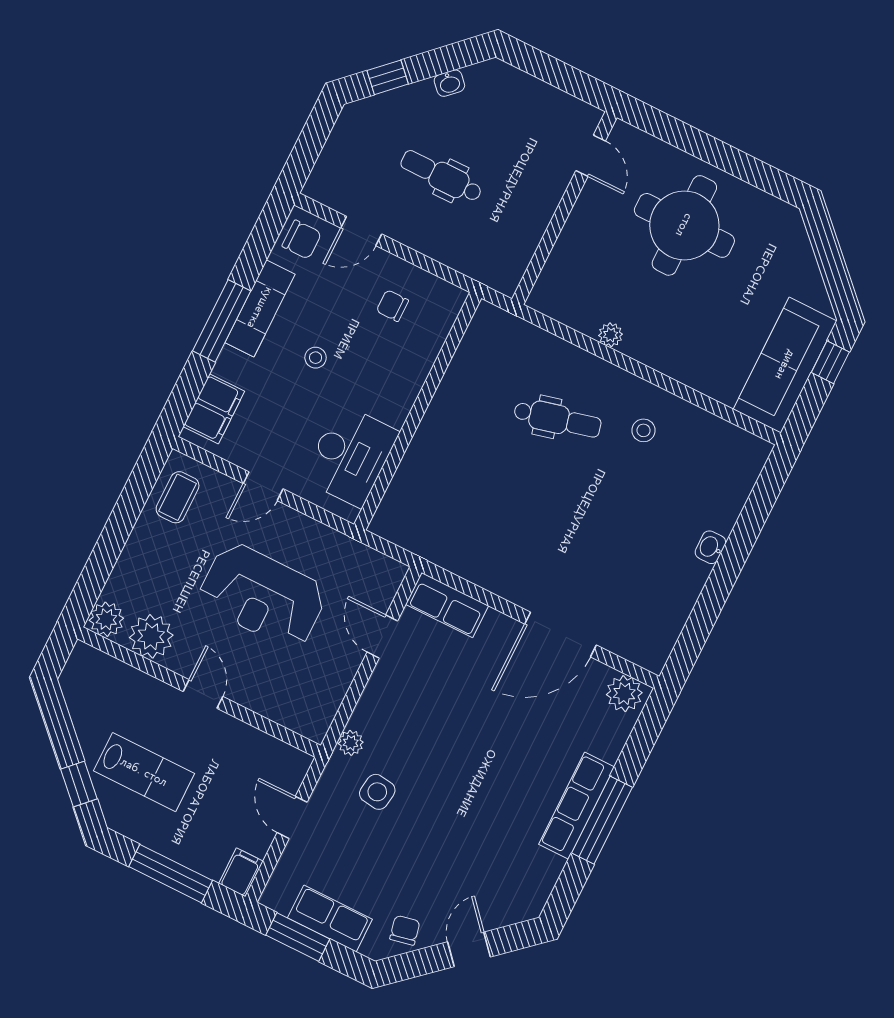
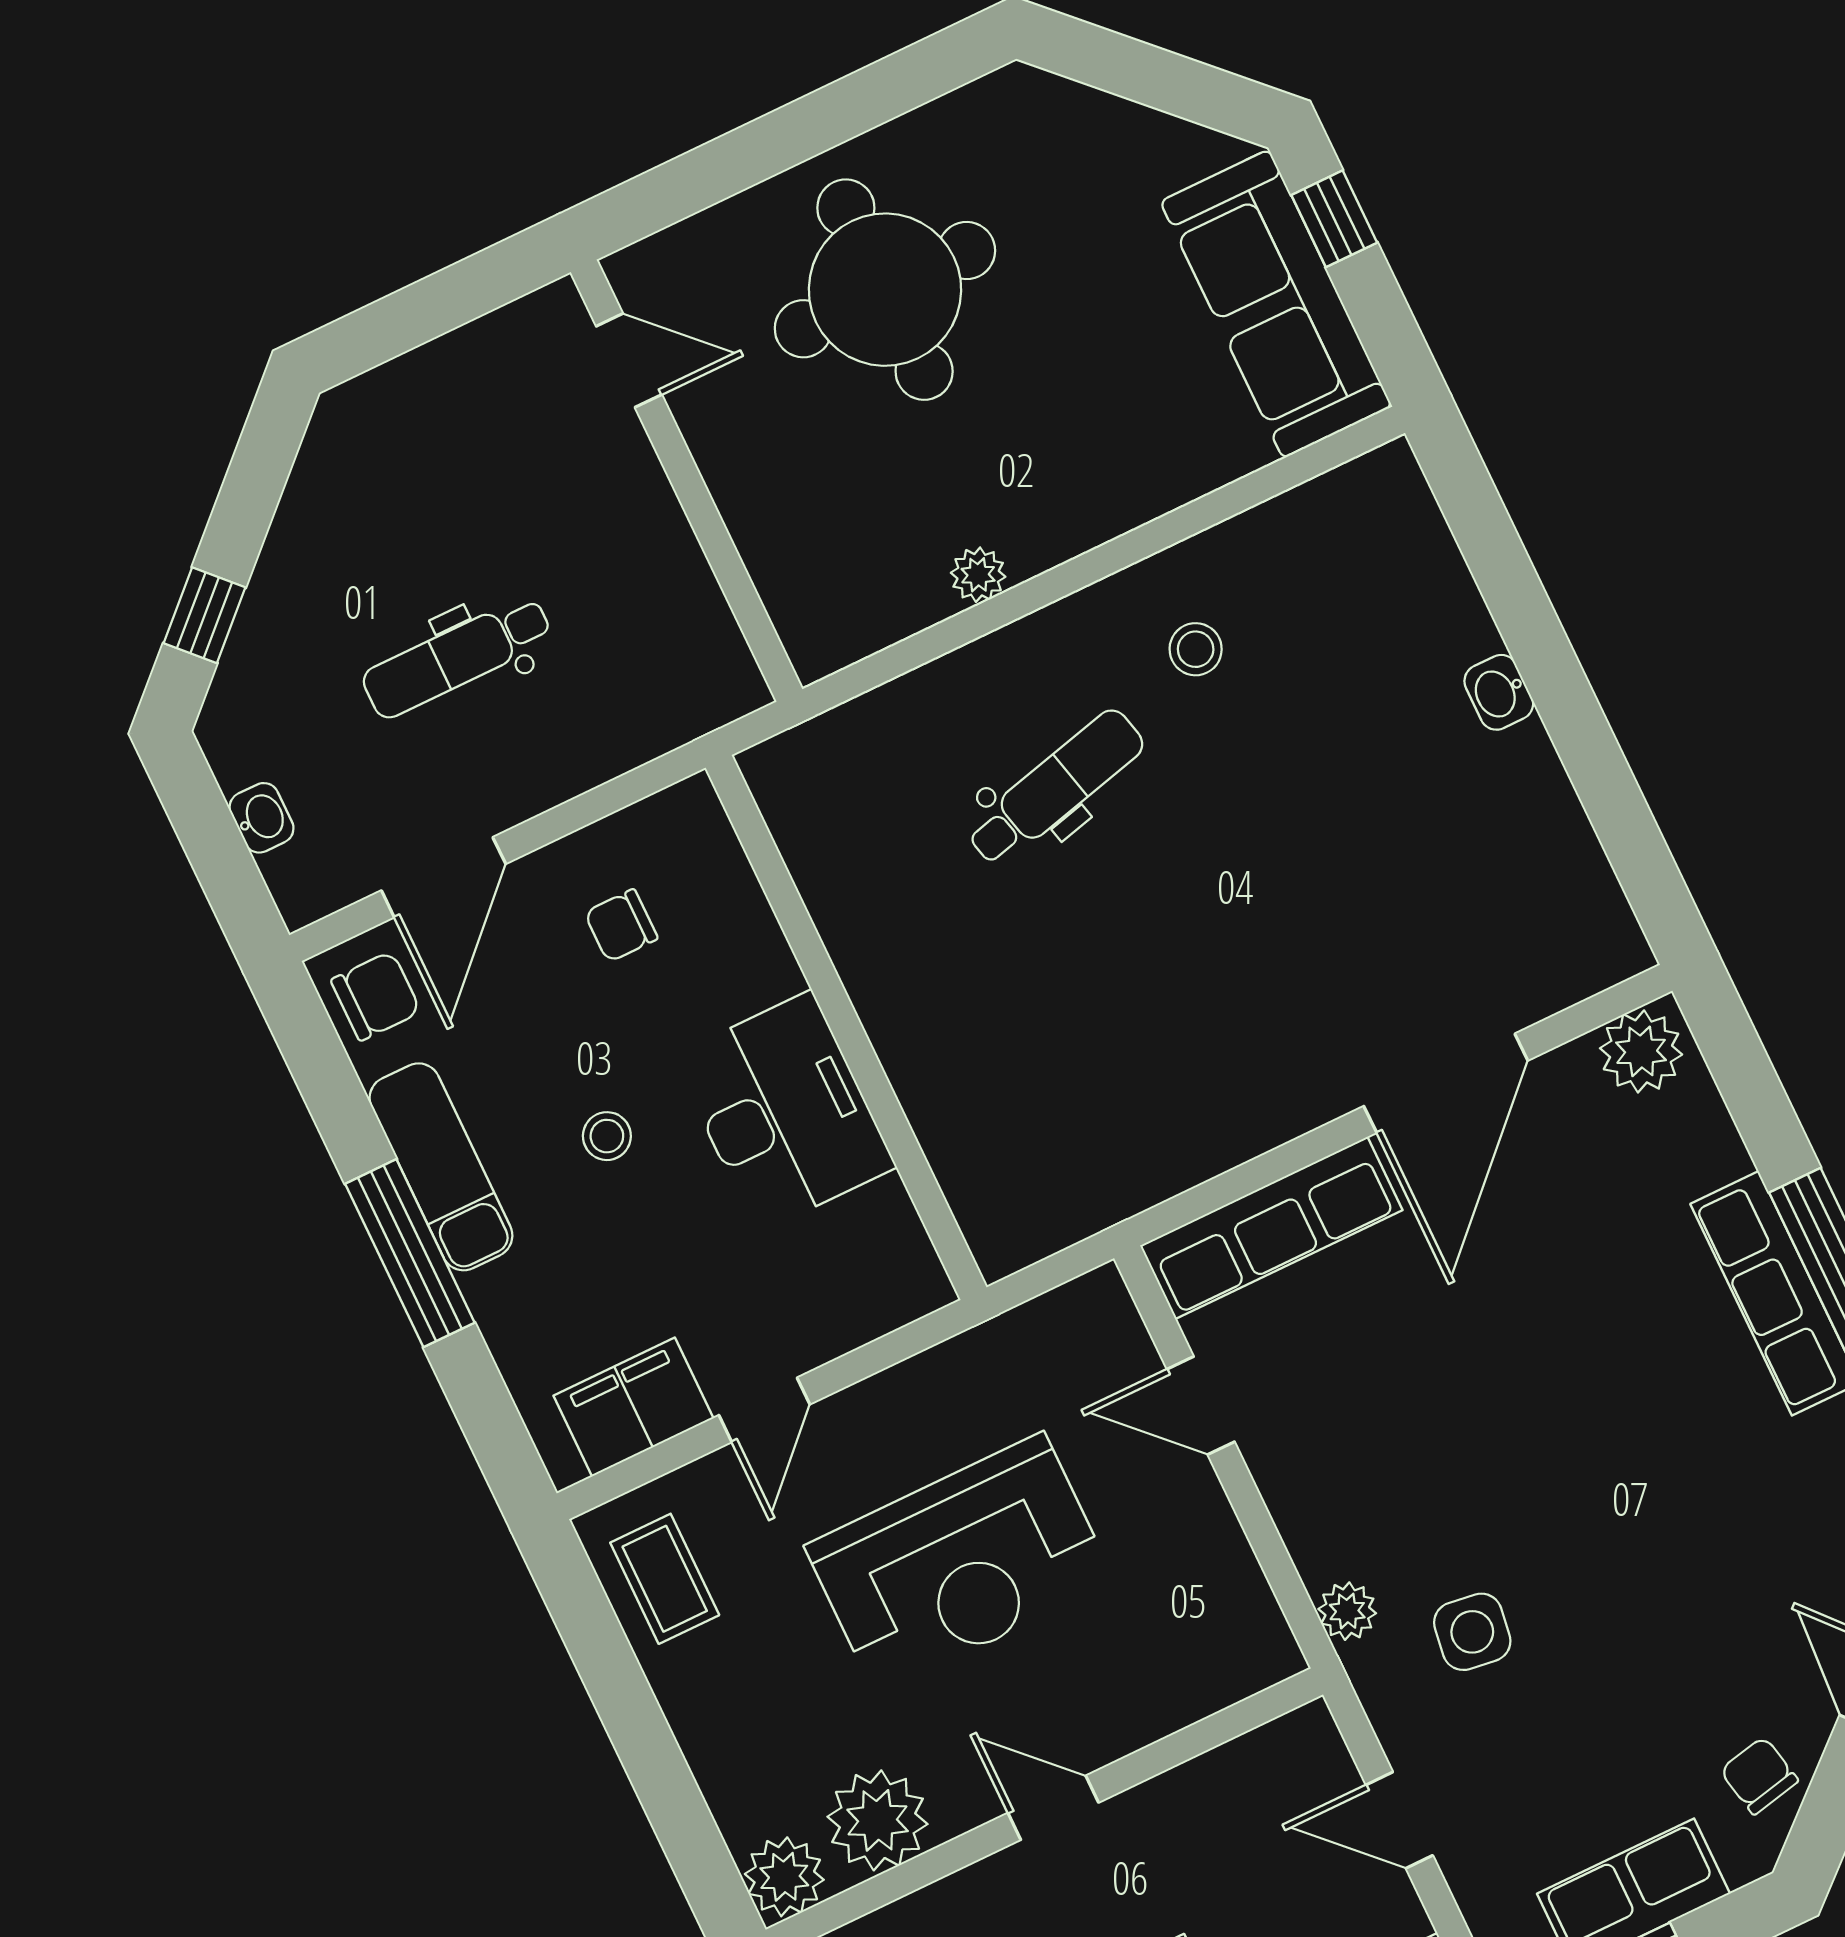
washbasin: (449, 83) -> (262, 818), moved, turned -46
door: (361, 231) -> (444, 877), width x1.38
filing cabinet: (214, 409) -> (634, 1407), moved, turned -90
desk: (351, 455) -> (784, 1112), moved
row of seats: (447, 605) -> (1271, 1228), width x1.48

